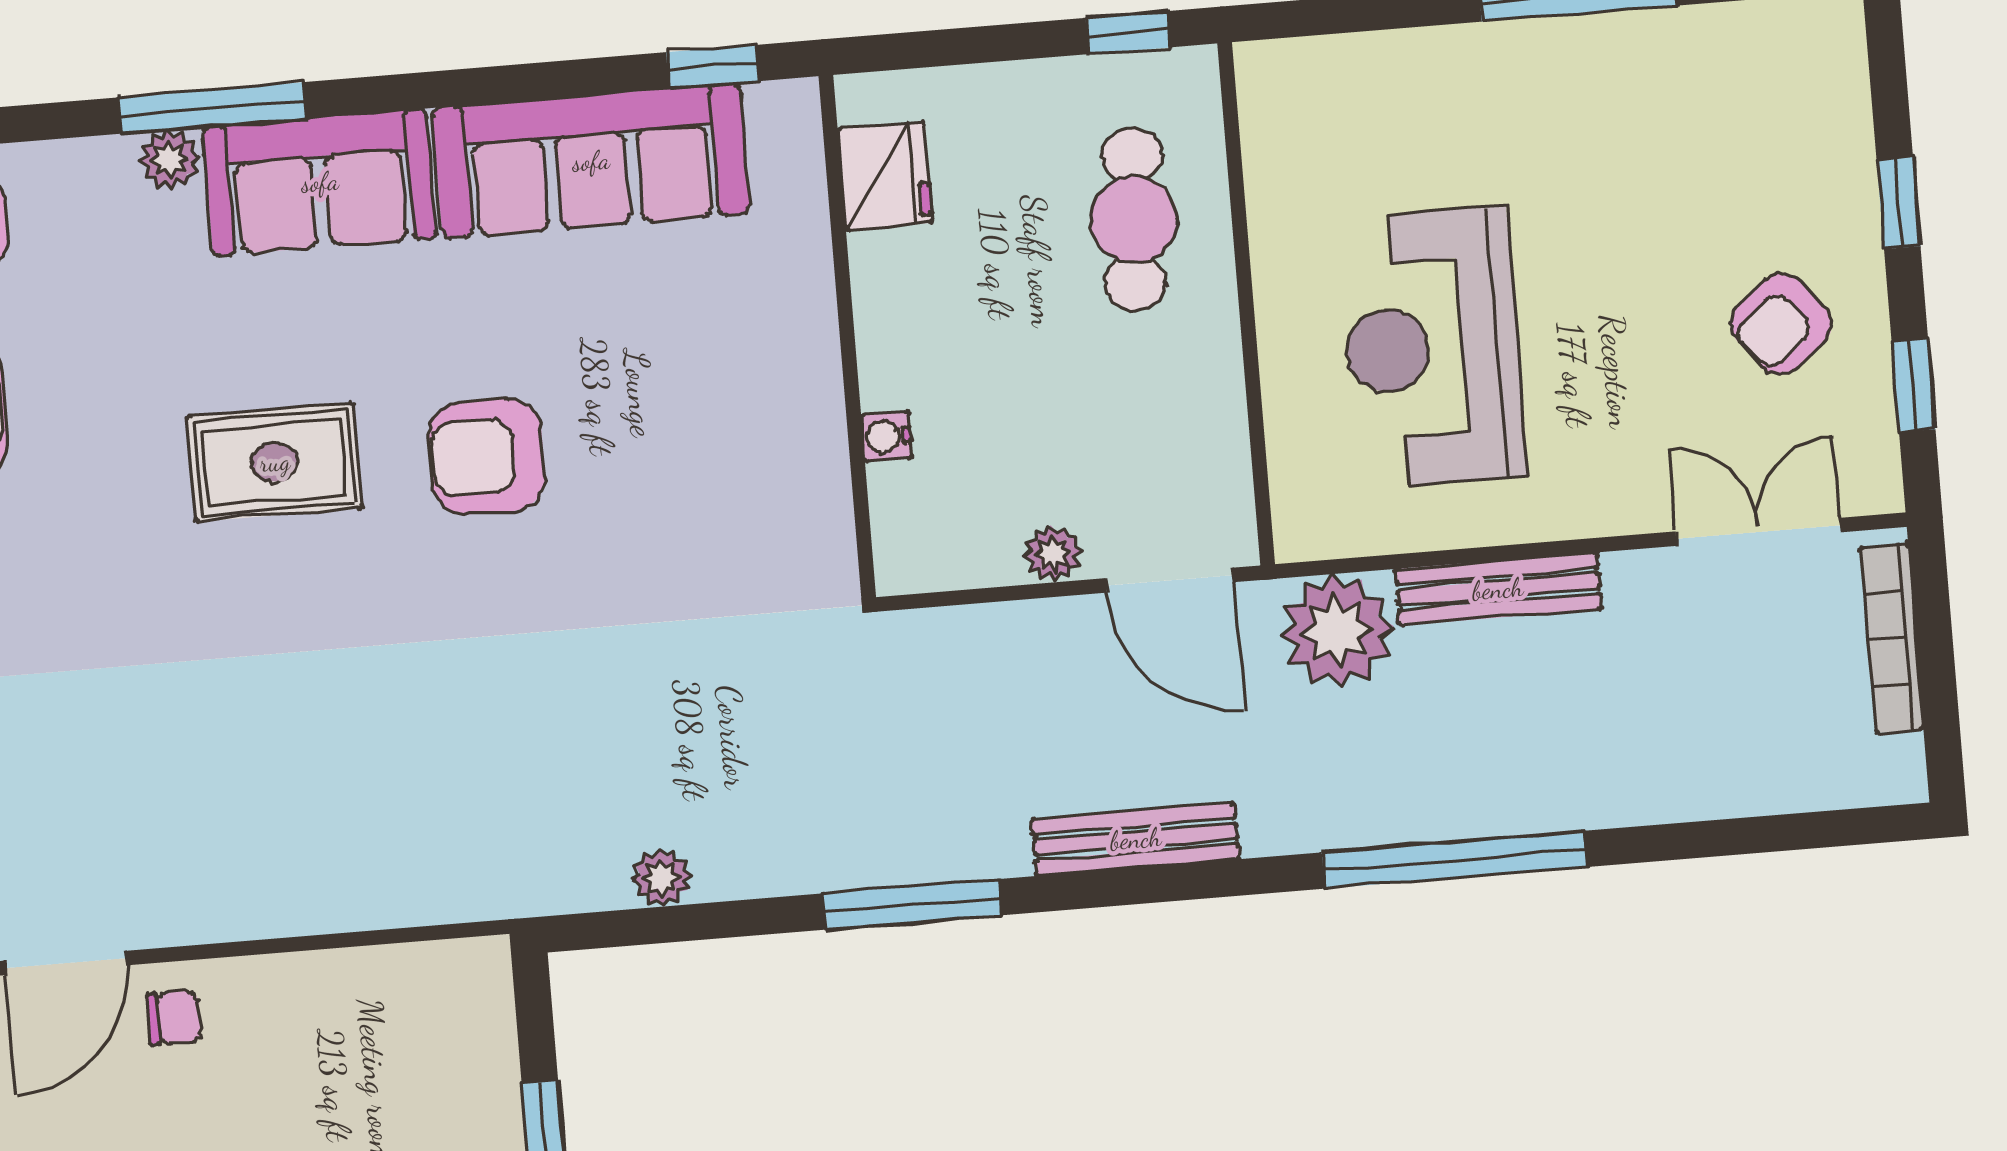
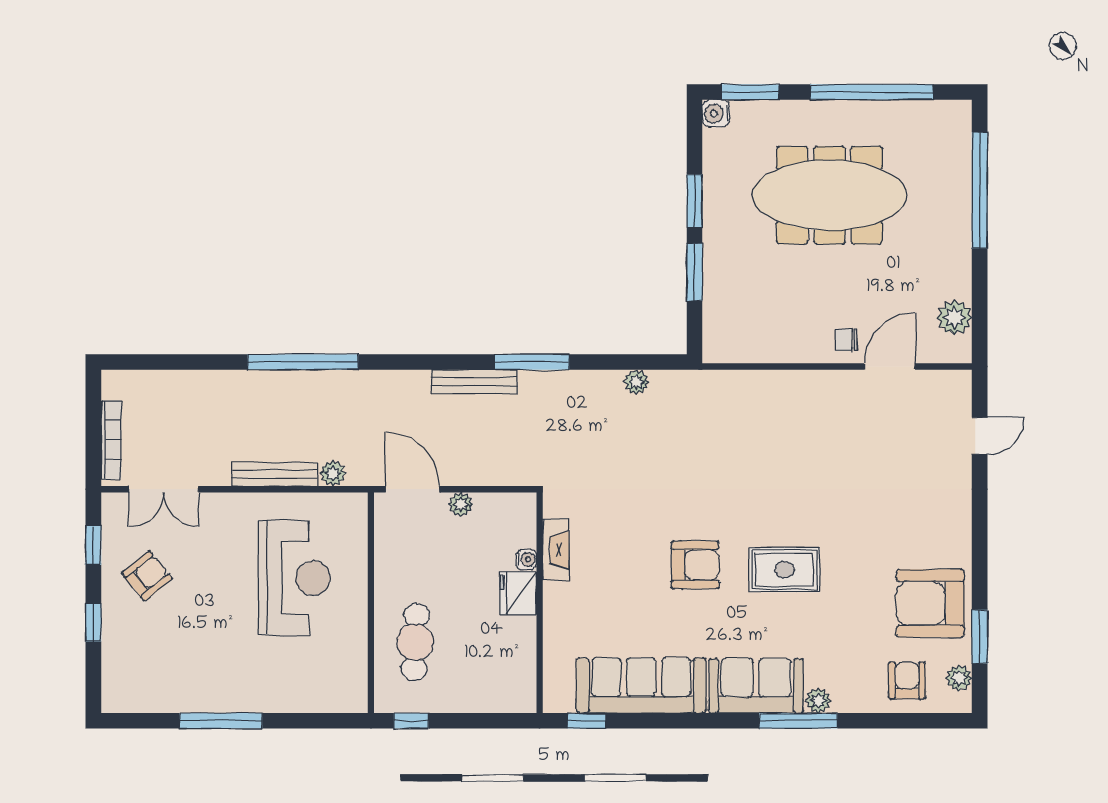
fridge: (885, 176) -> (518, 593), moved
fireplace: (819, 464) -> (556, 550), added
plant: (1337, 631) -> (333, 473), width x0.53, depth x0.53
bench: (1136, 839) -> (474, 382), moved

